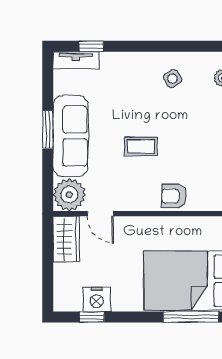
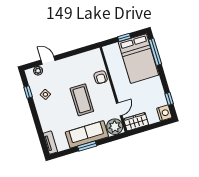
window: (91, 46) -> (28, 92), moved
coffee table: (141, 146) -> (82, 100), width x1.86, depth x1.72
nightstand: (97, 299) -> (164, 113), moved

